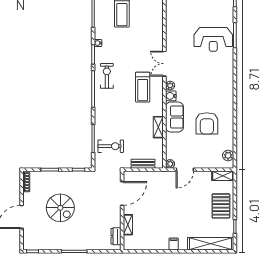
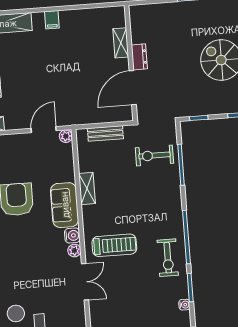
treadmill: (143, 87) -> (114, 245), turned 90
dresser: (116, 236) -> (139, 57), moved

